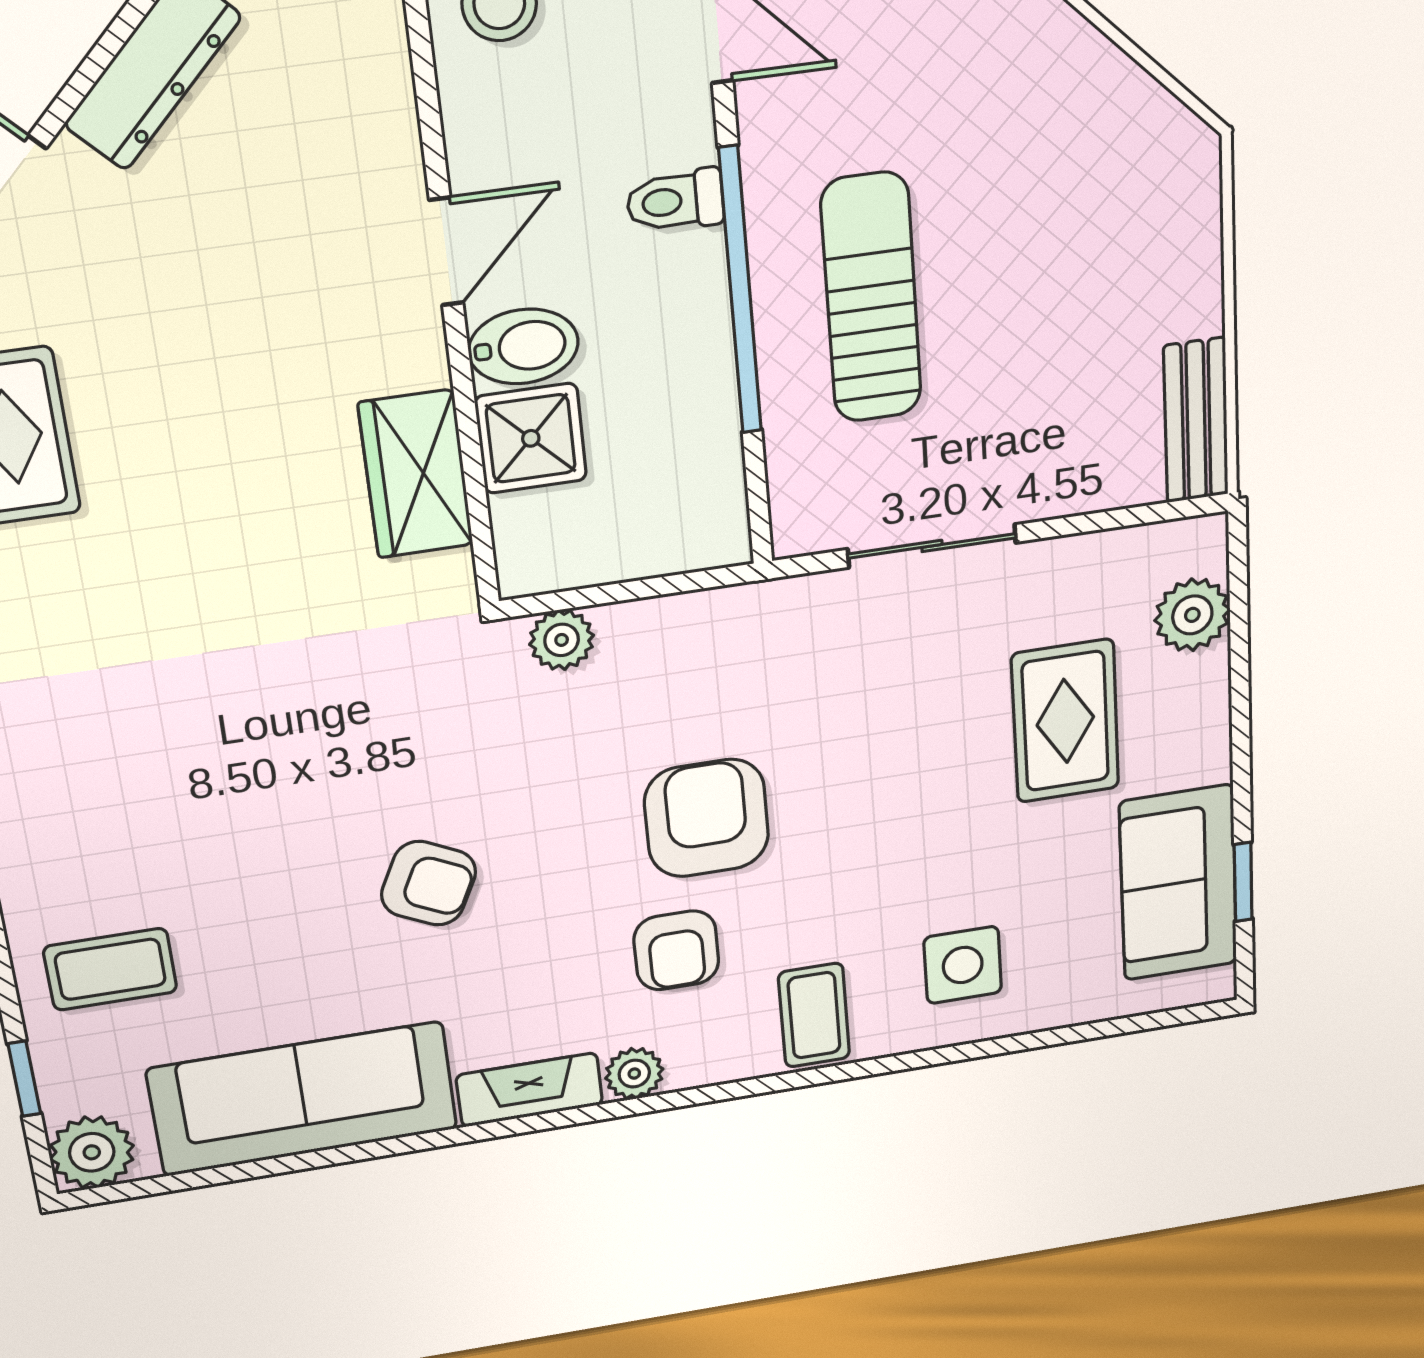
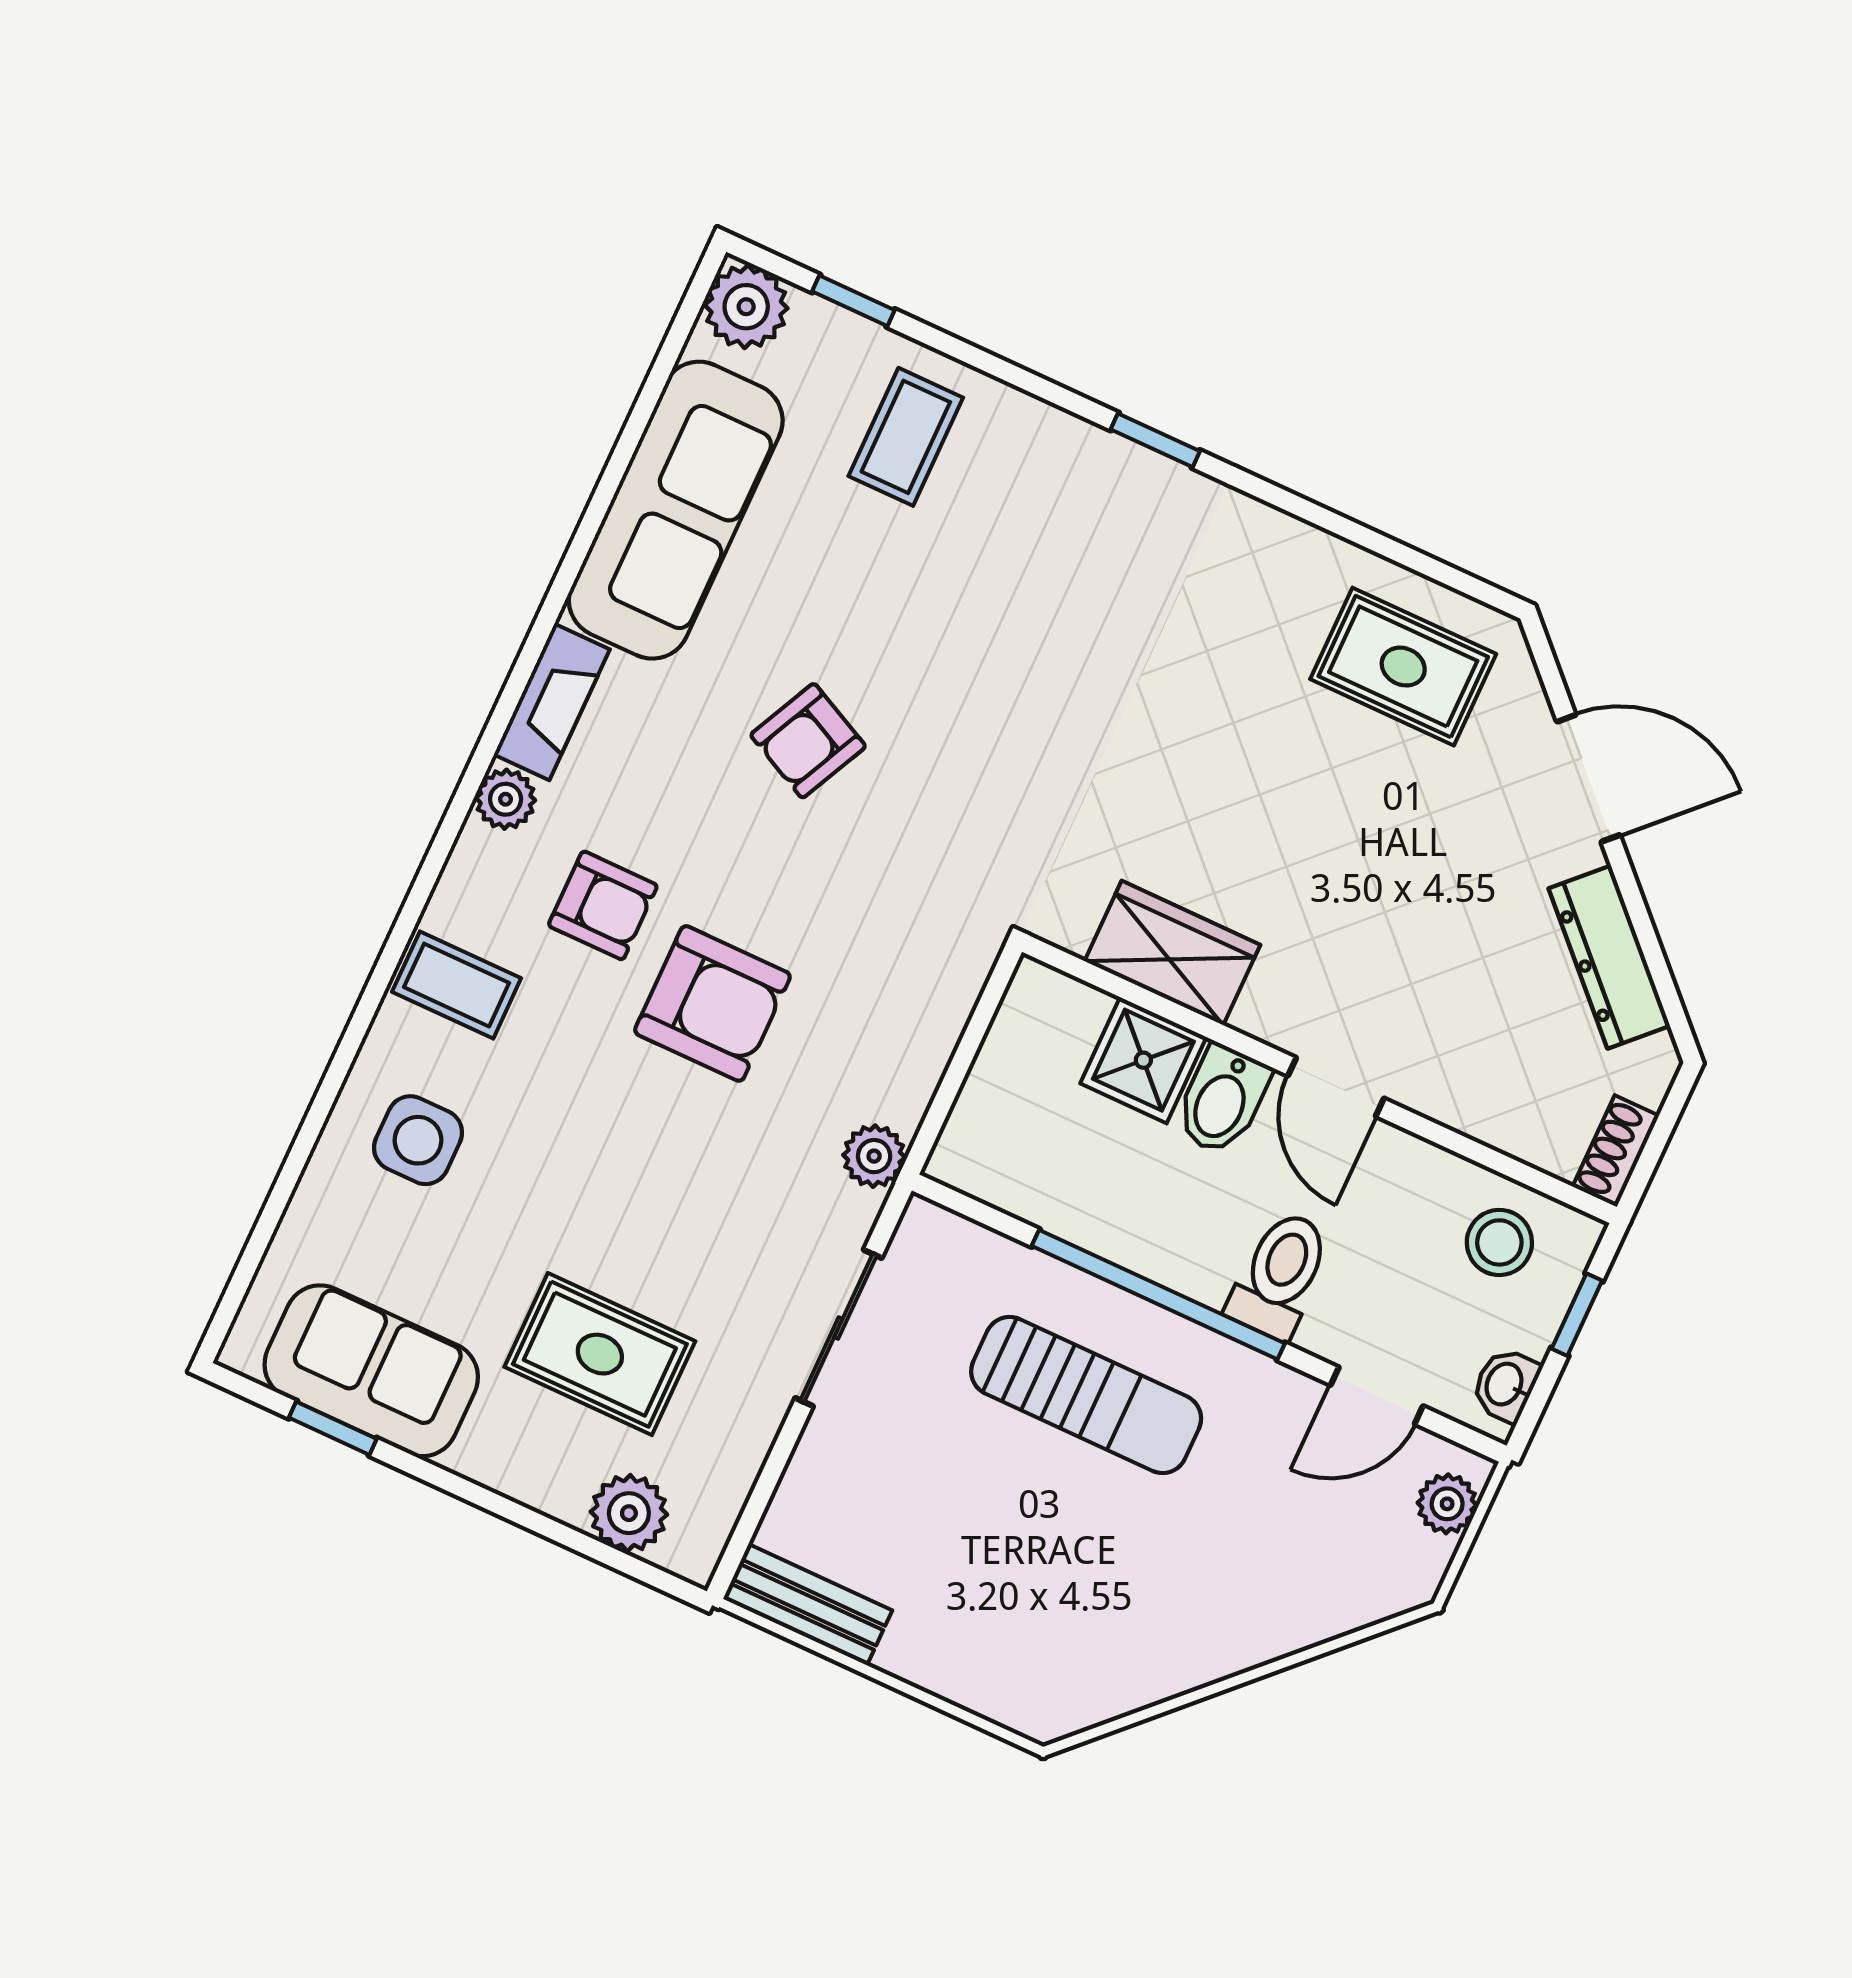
toilet: (675, 201) -> (1280, 1275), width x1.37, depth x1.39
plant: (562, 640) -> (874, 1156), moved
armchair: (676, 950) -> (603, 905), turned 180

